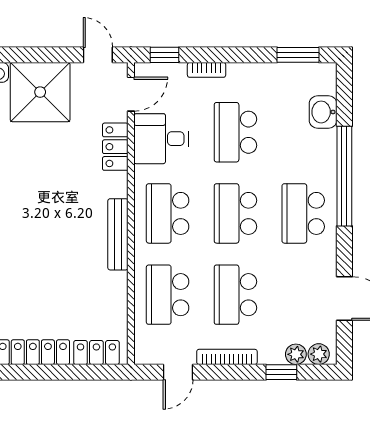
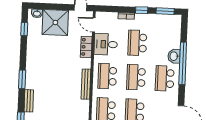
window: (164, 55) -> (142, 10), moved
door: (131, 94) -> (94, 25), swing flipped
washbasin: (323, 112) -> (174, 56), moved

